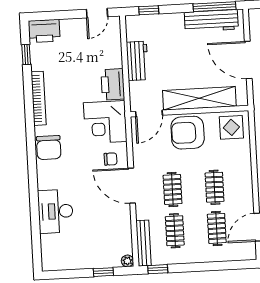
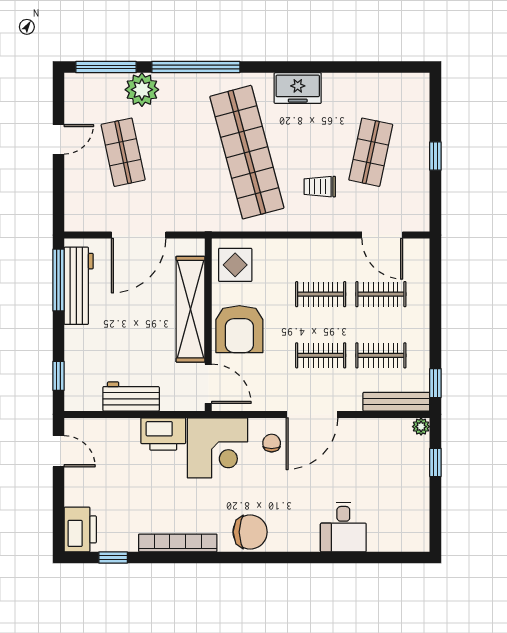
desk: (55, 211) -> (343, 527), width x0.73

